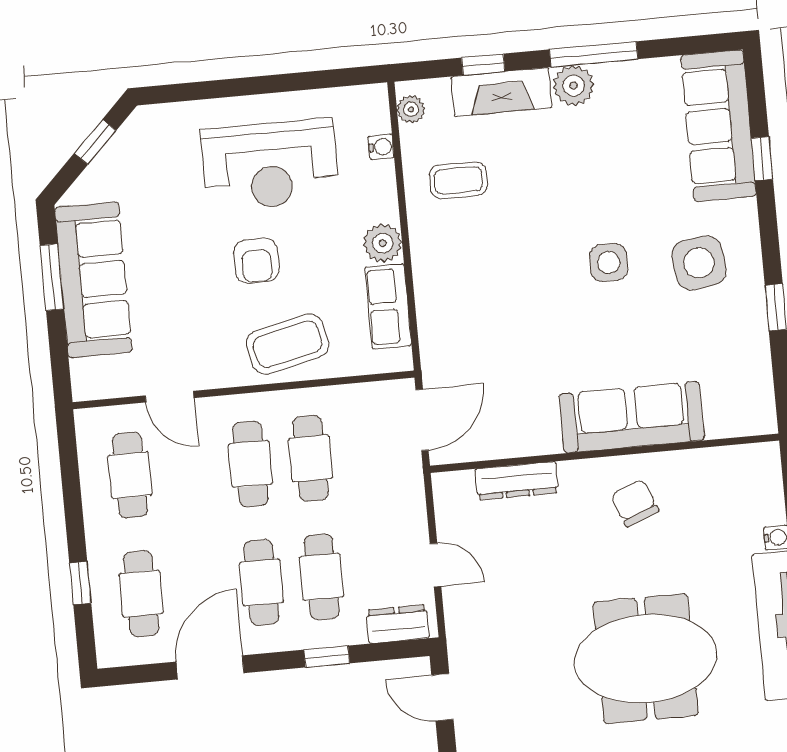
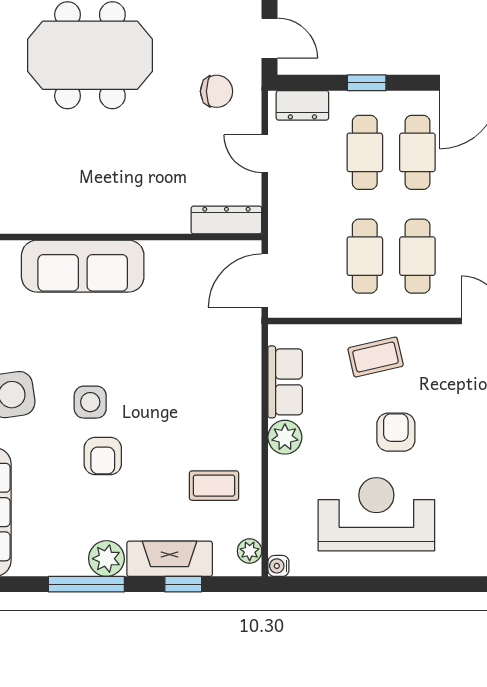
water cooler: (381, 147) -> (278, 566), moved
armchair: (589, 202) -> (103, 456), added
coffee table: (288, 344) -> (376, 357), width x0.73, depth x0.77
dresser: (517, 481) -> (226, 220), moved
chair: (635, 503) -> (217, 91), moved, turned -68

